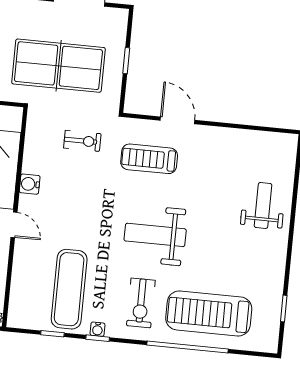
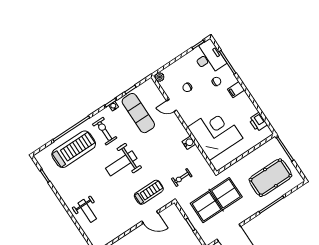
door: (14, 225) -> (172, 105), moved
weight bench: (155, 235) -> (121, 163), turned 180

